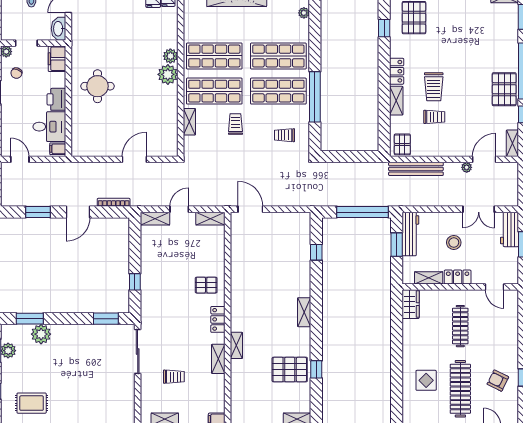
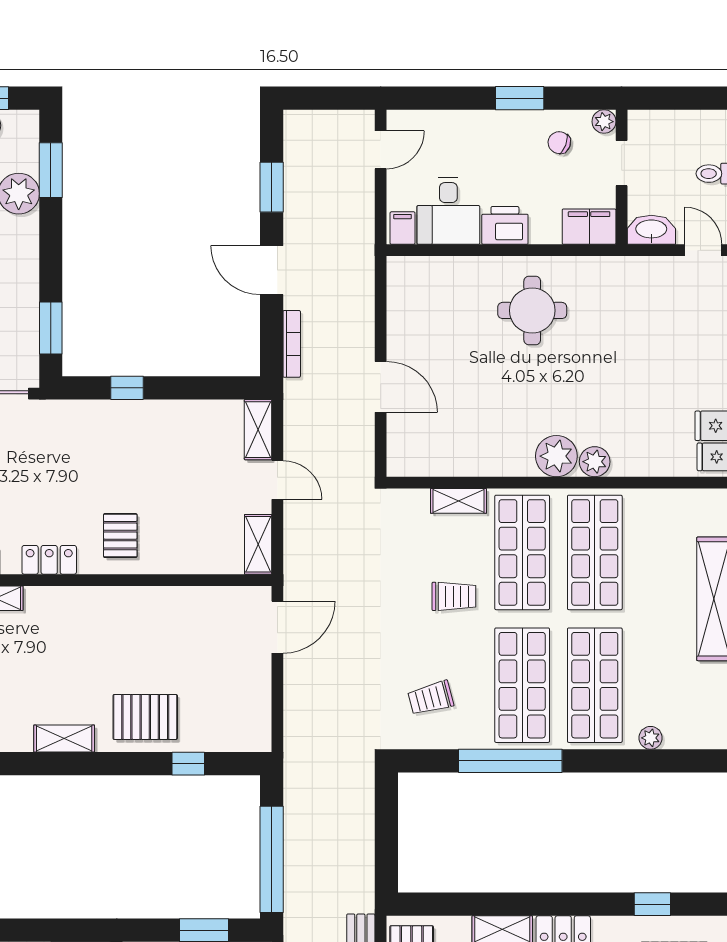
plant: (304, 13) -> (651, 738), moved
trolley: (285, 135) -> (431, 698), turned -105
pallet: (294, 273) -> (145, 717), added

